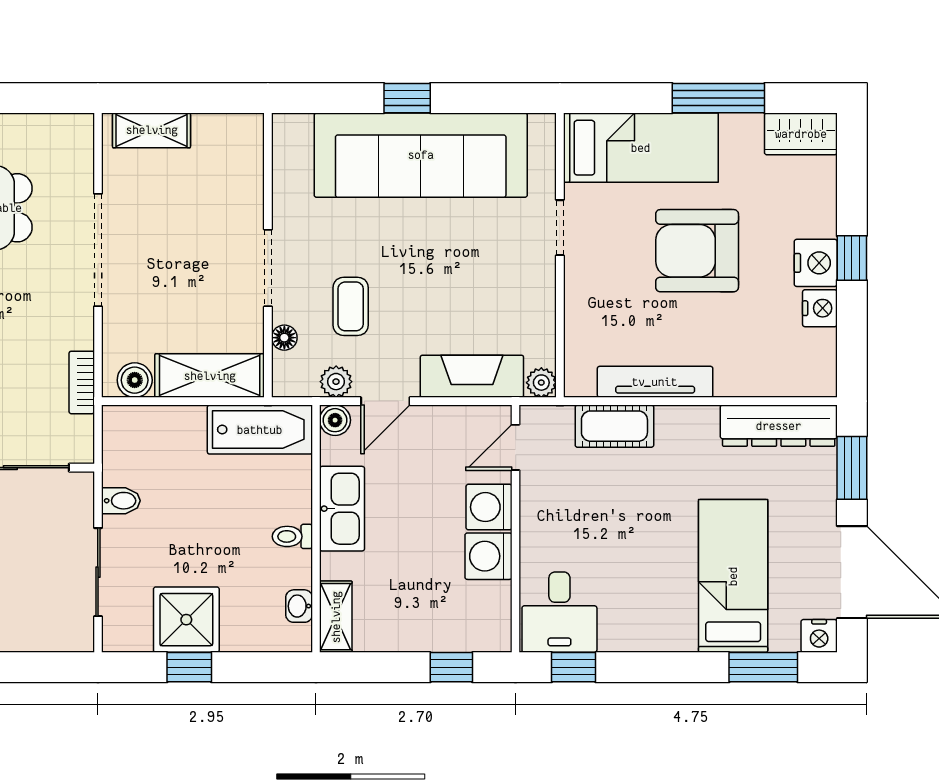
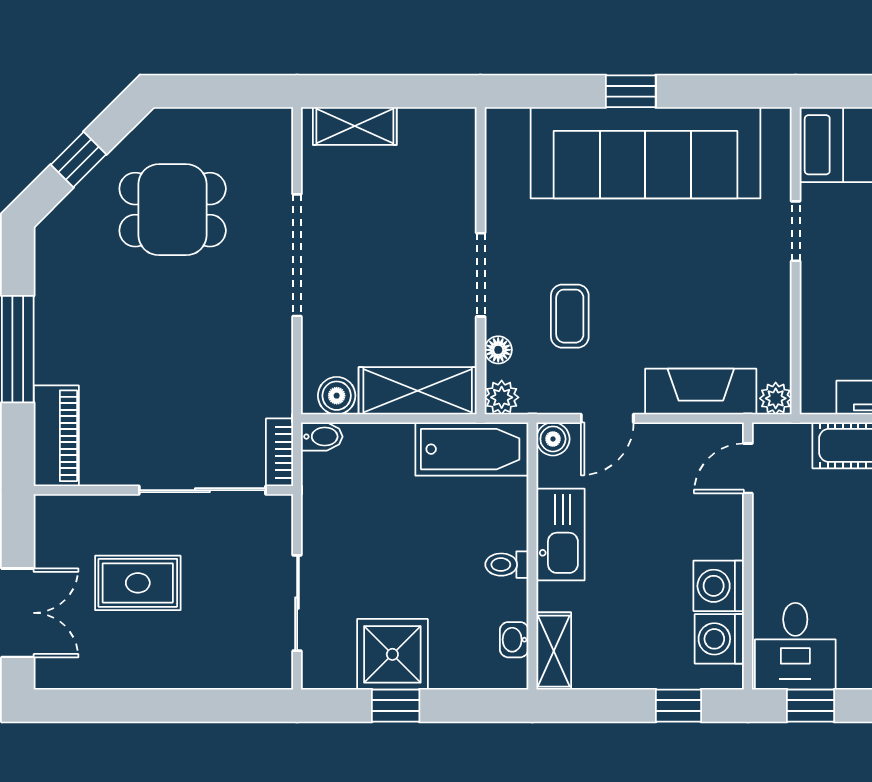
bookcase: (82, 382) -> (279, 452), moved
plant: (336, 382) -> (502, 397), moved
bidet: (121, 501) -> (322, 437), moved
washing machine: (489, 507) -> (719, 639), moved

